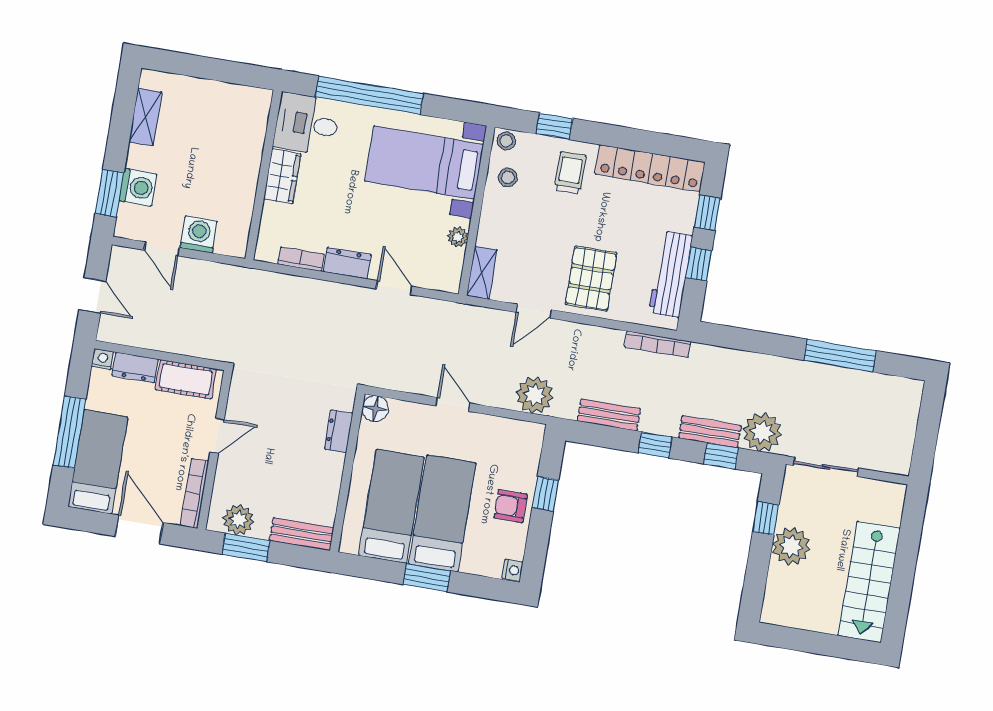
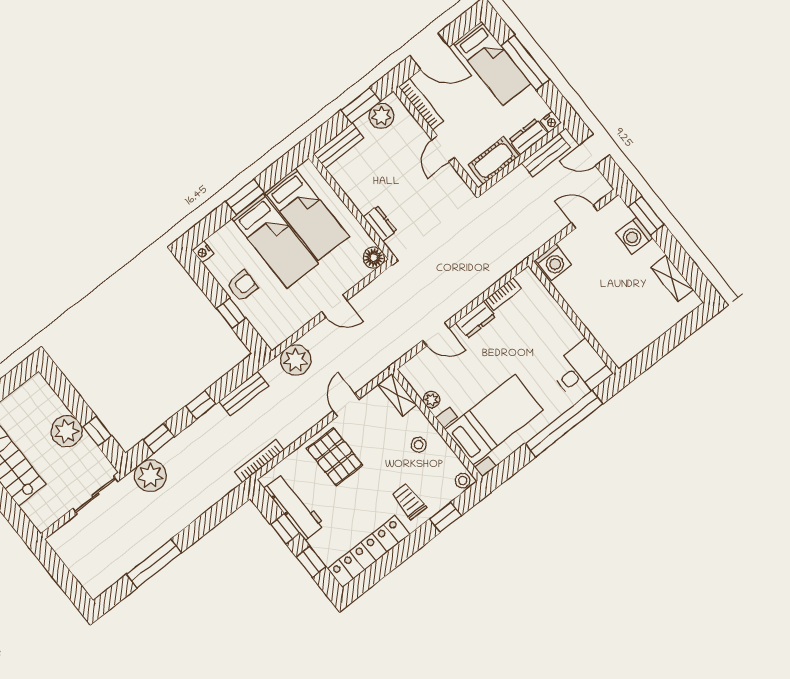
trolley: (570, 173) -> (409, 501), turned 180
wardrobe: (282, 176) -> (563, 328), removed
stool: (508, 178) -> (419, 445), moved
washing machine: (199, 234) -> (553, 262), moved
bench: (710, 432) -> (546, 155), moved

